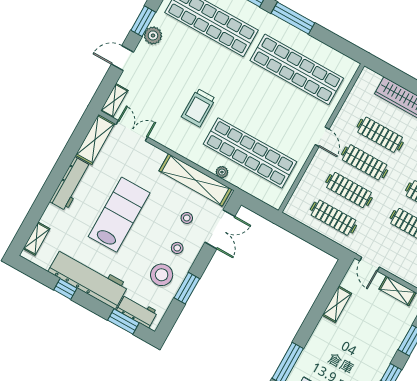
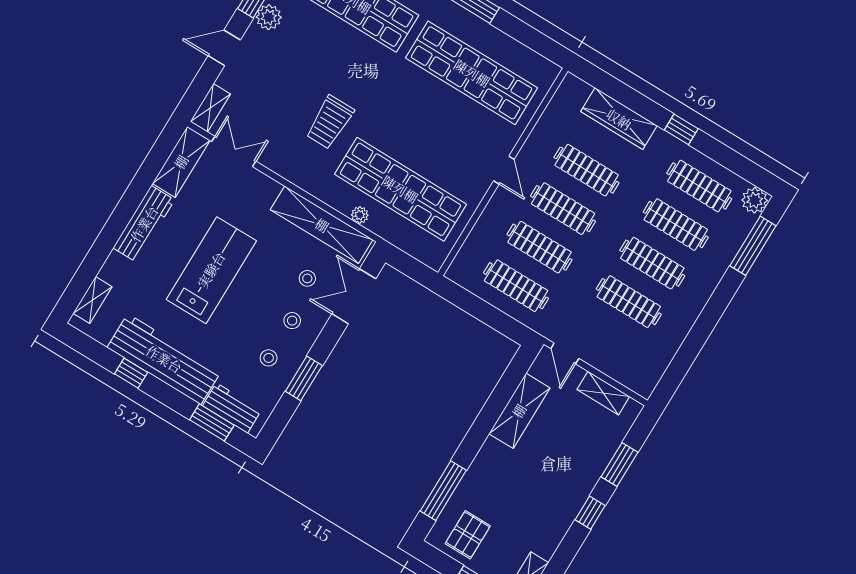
double door: (220, 229) -> (354, 296), swing flipped
stool: (162, 275) -> (269, 358), width x0.53, depth x0.53
shelving: (337, 304) -> (519, 411), width x1.50, depth x1.33

